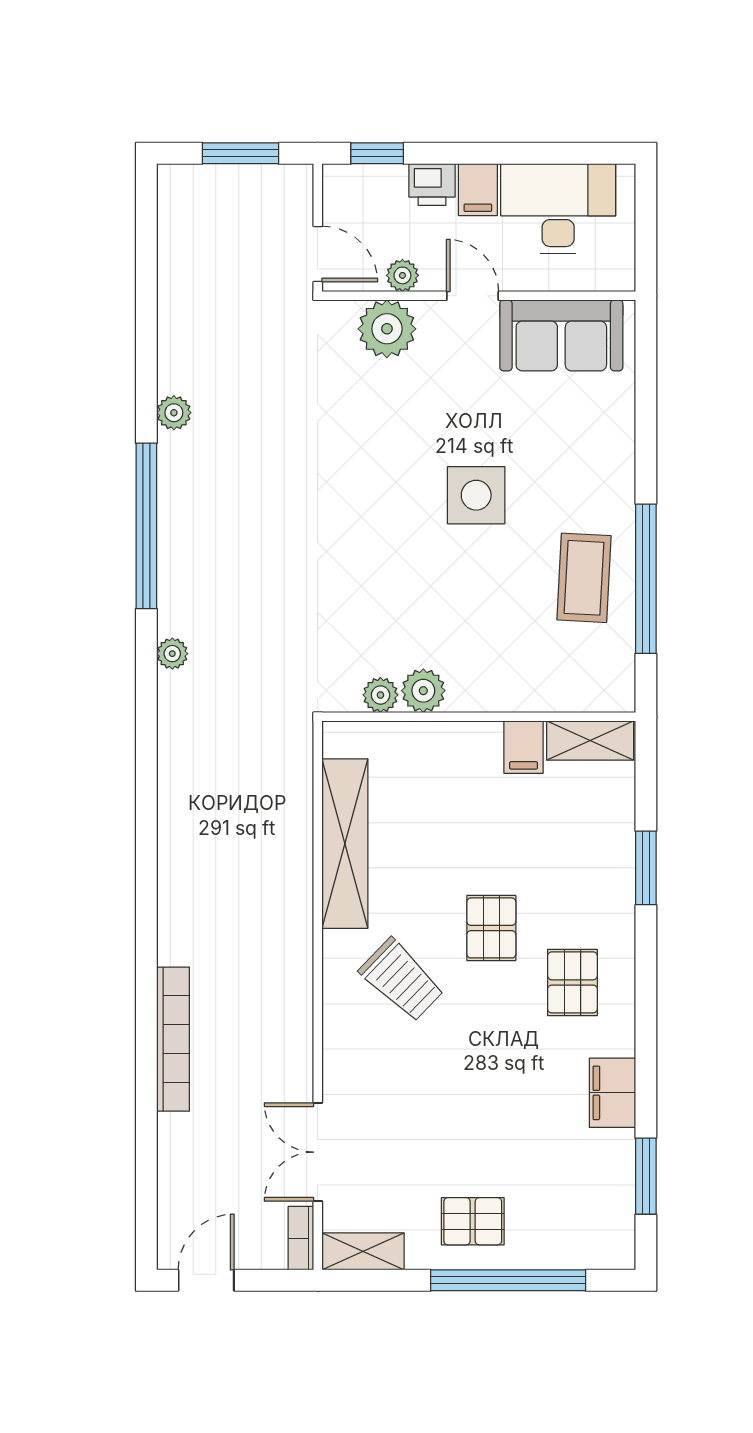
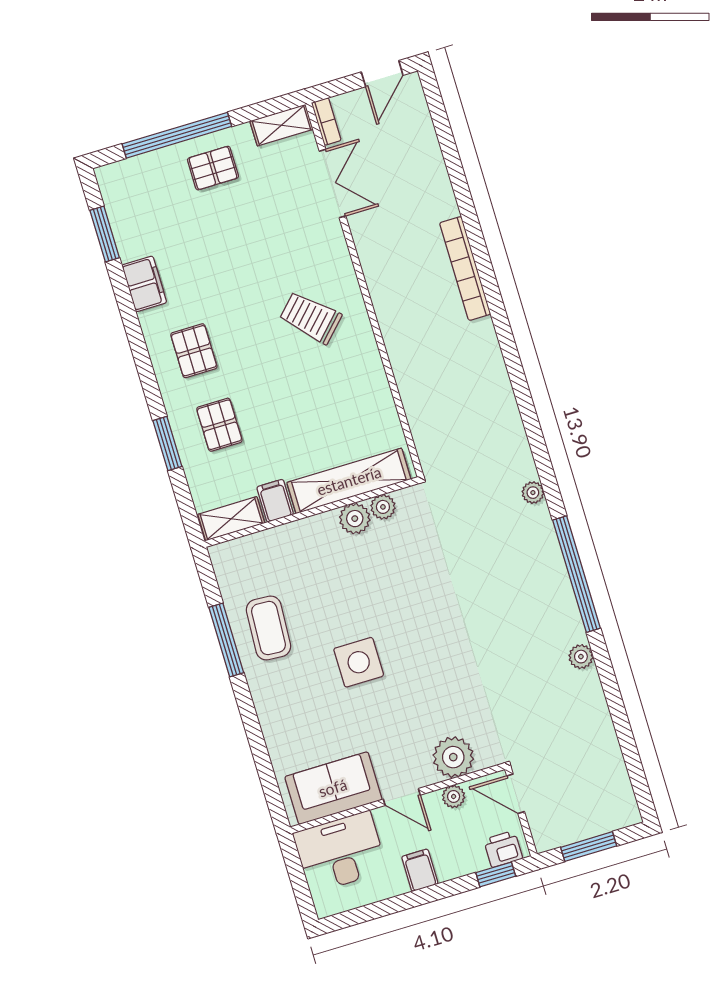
printer: (432, 185) -> (503, 849), moved
desk: (558, 209) -> (340, 852), moved, turned 180
window: (646, 579) -> (226, 640), width x0.68
shelving: (345, 844) -> (349, 481), moved, turned 90
pallet: (491, 928) -> (219, 425), moved
bookcase: (173, 1039) -> (465, 268), moved

